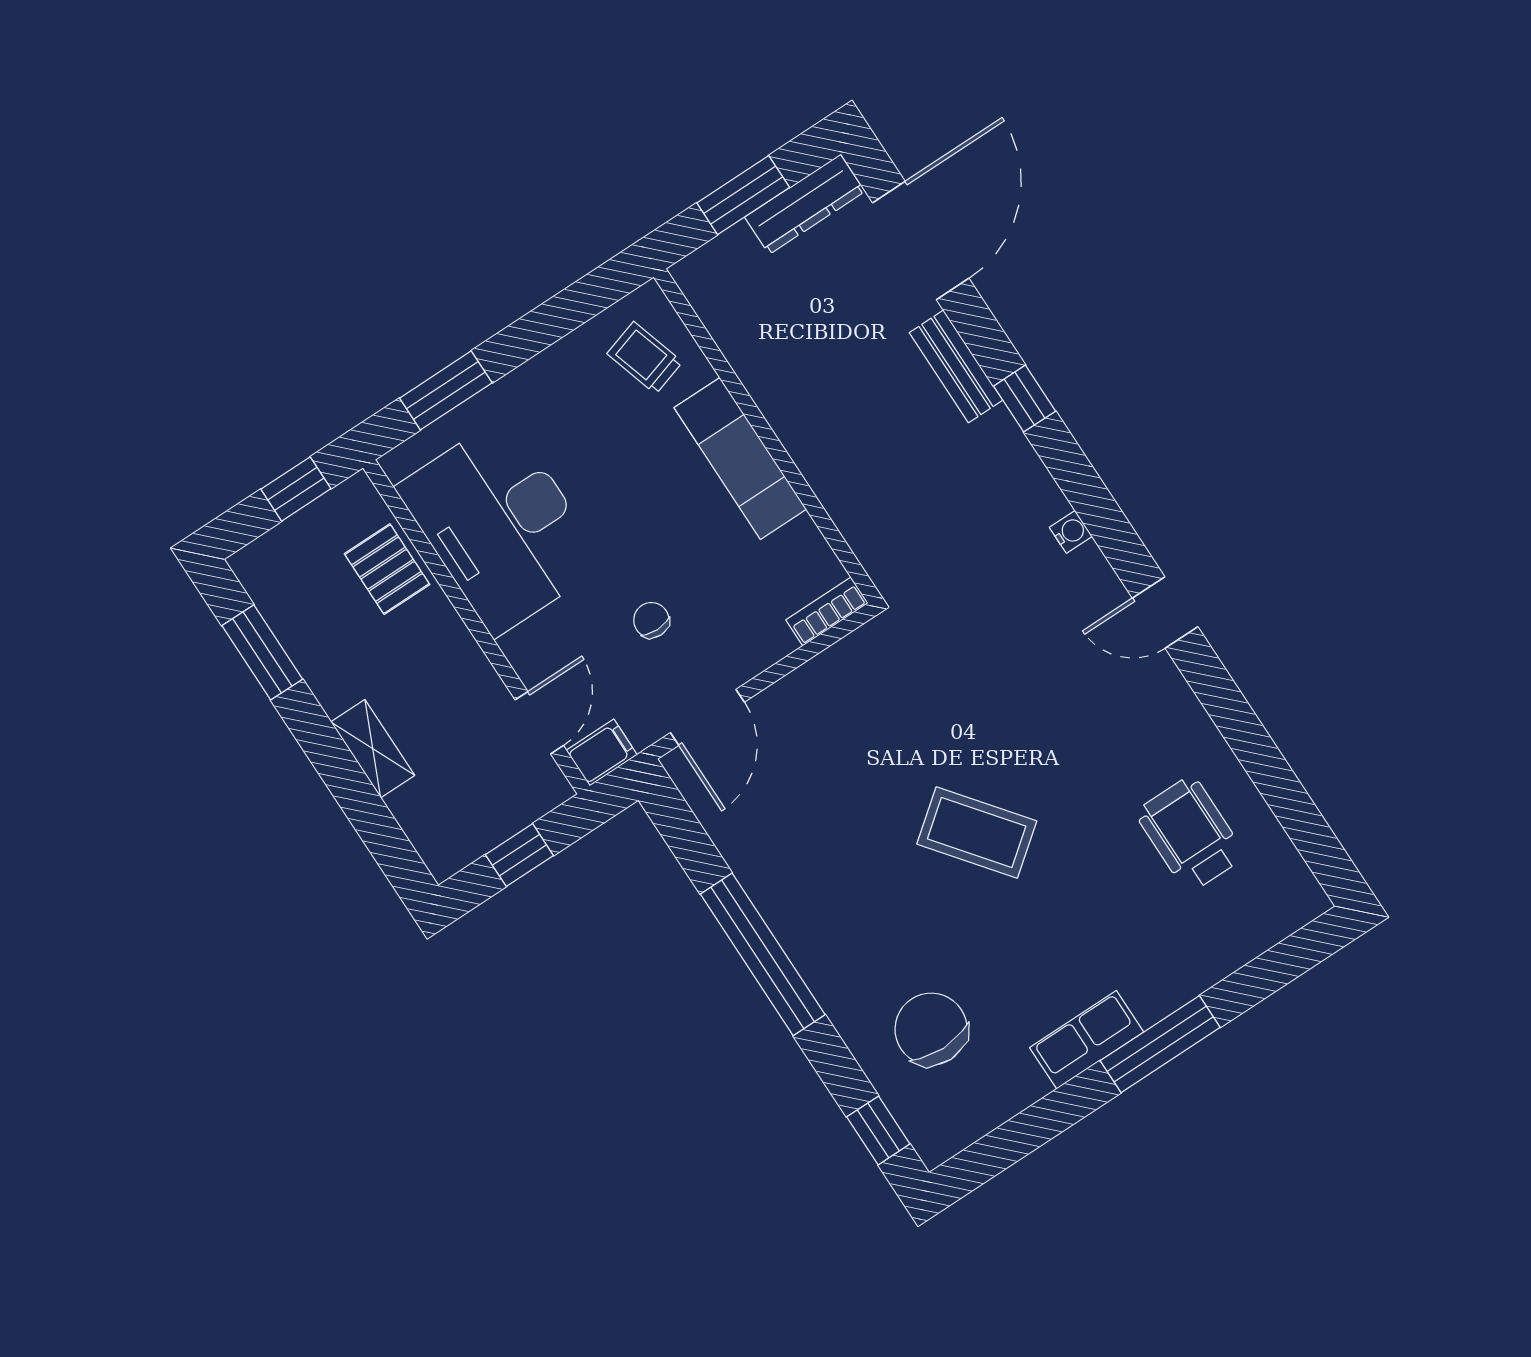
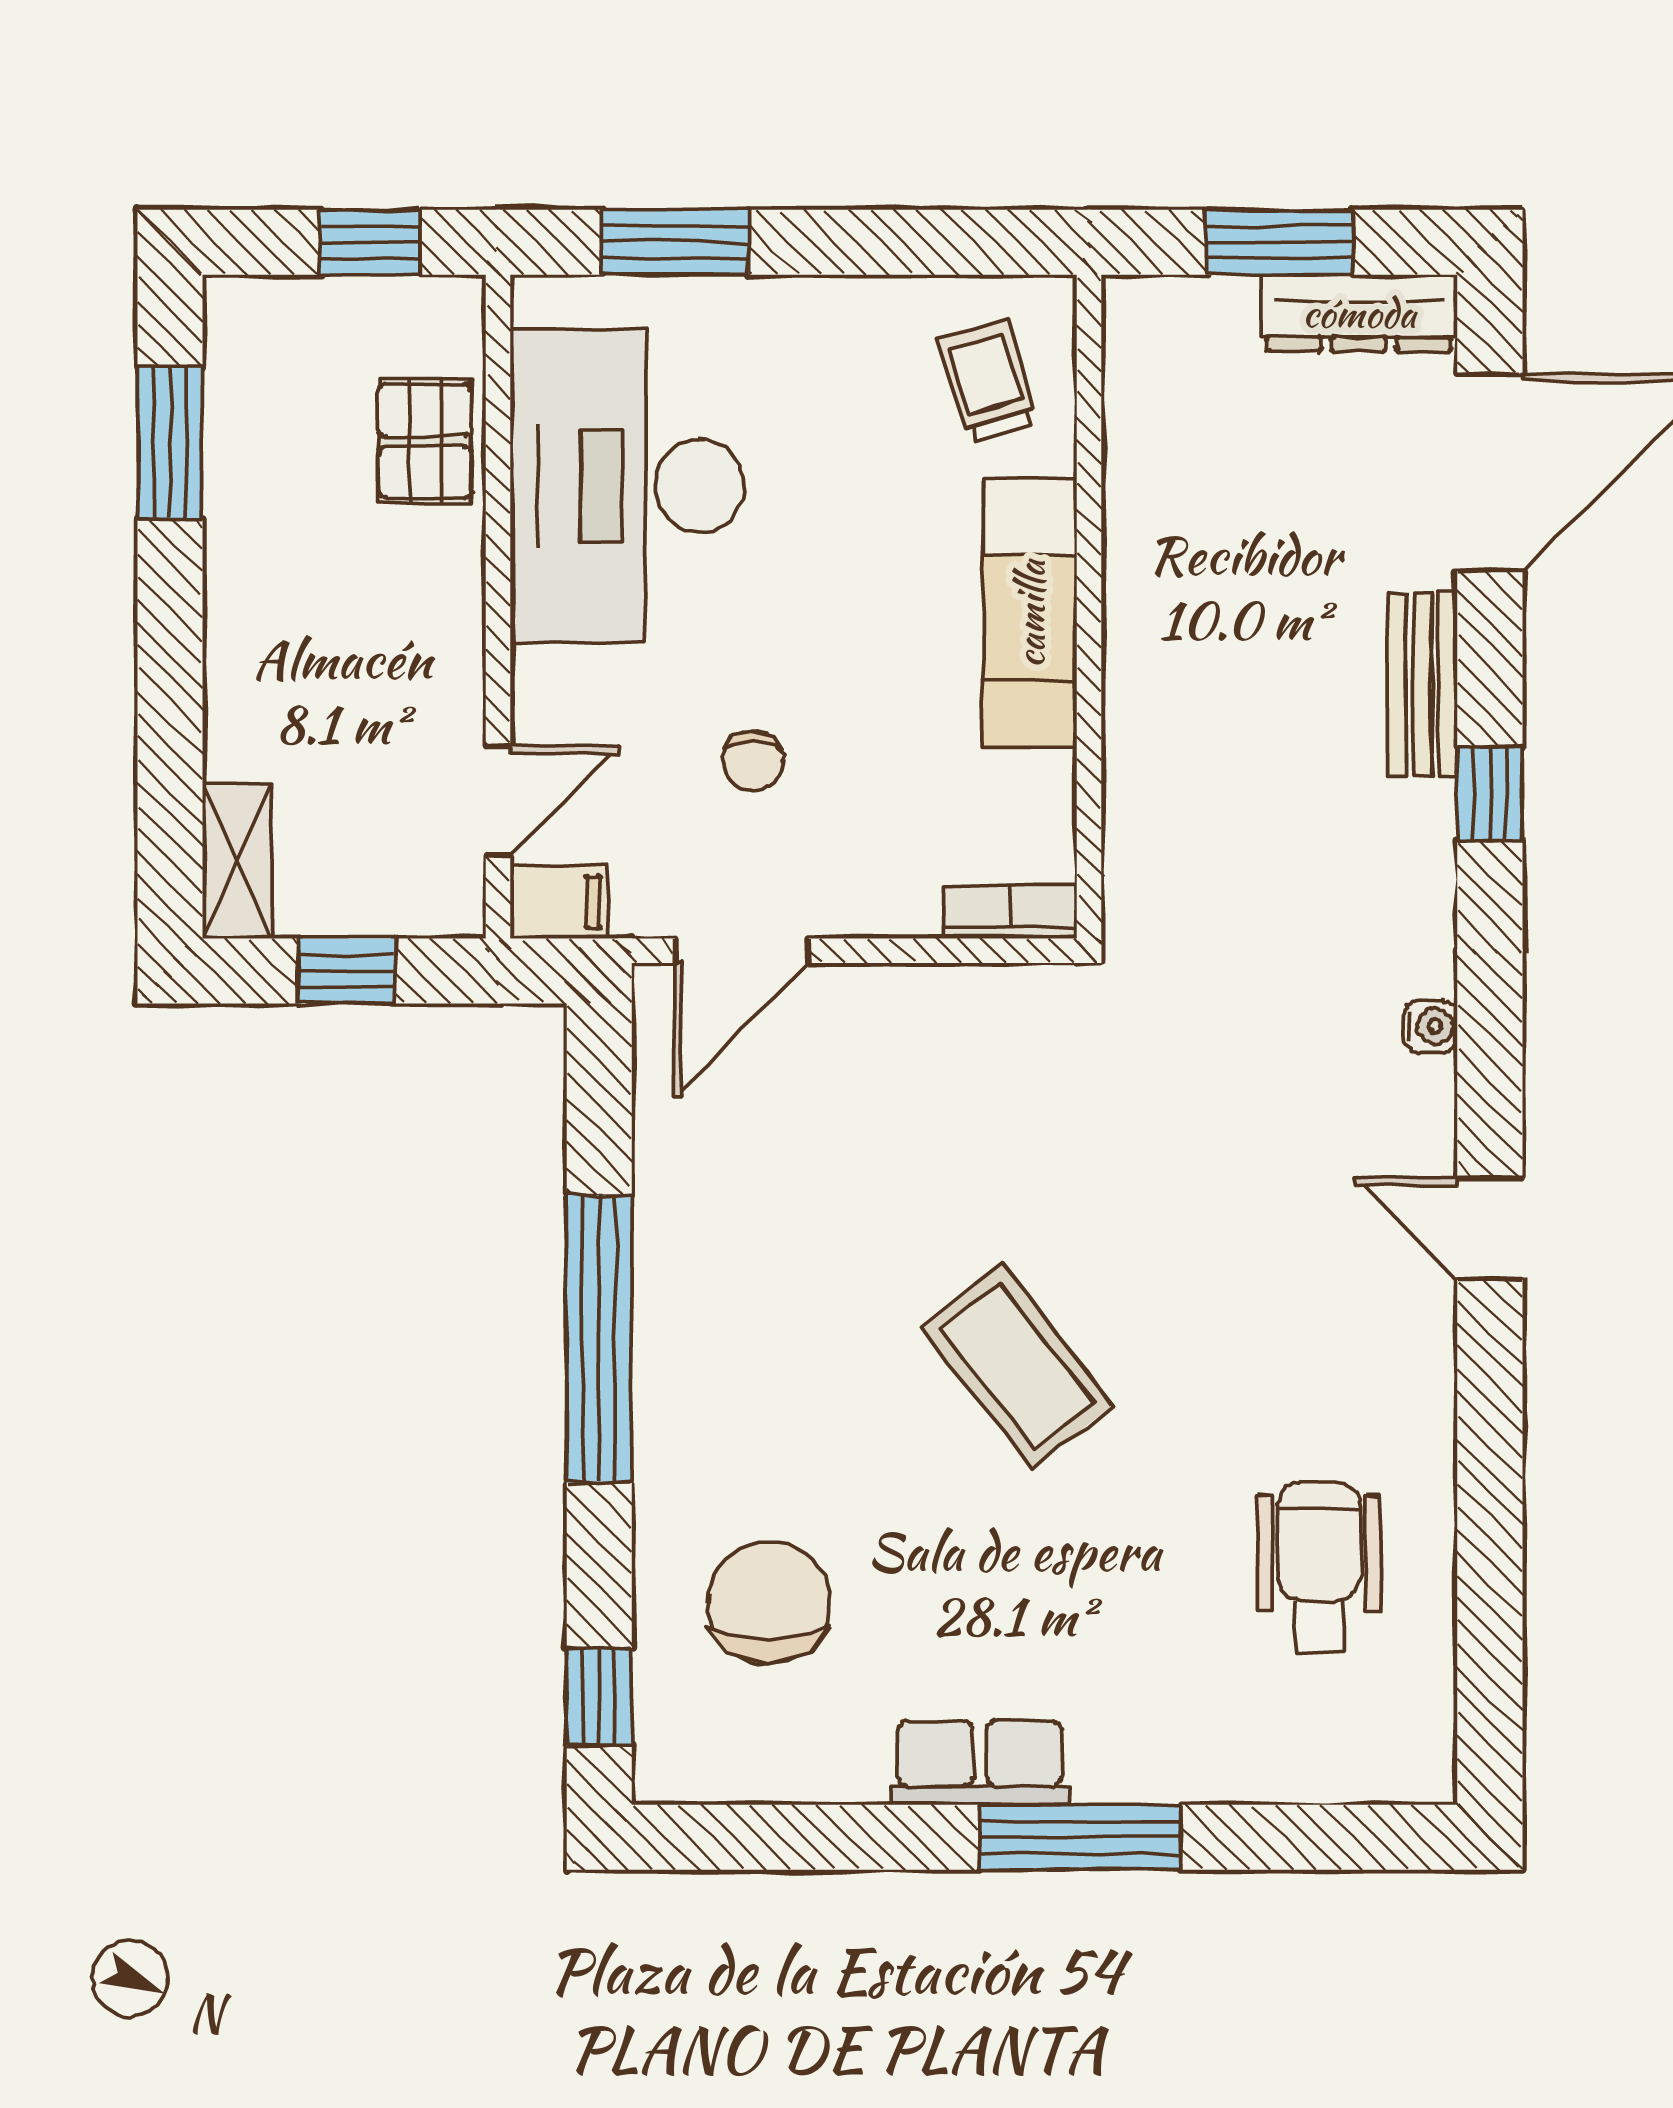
chair: (651, 620) -> (753, 760), turned 180
shelving: (373, 749) -> (237, 861), moved

